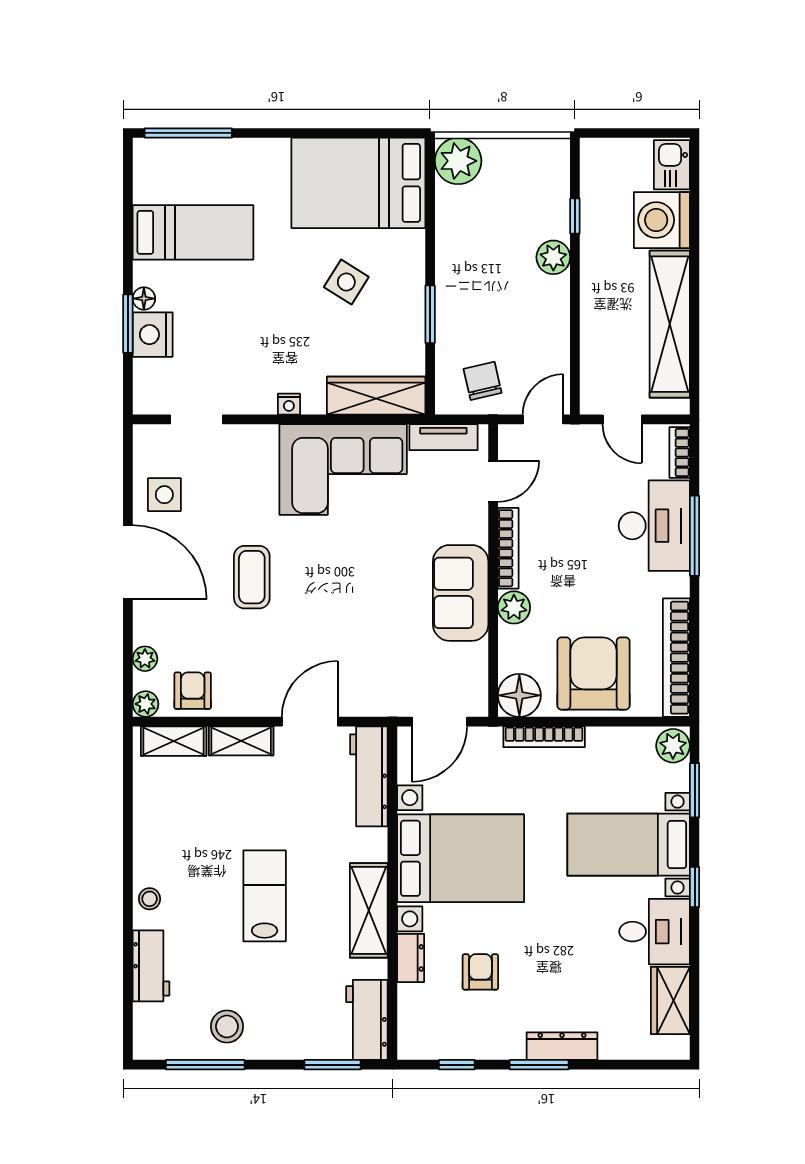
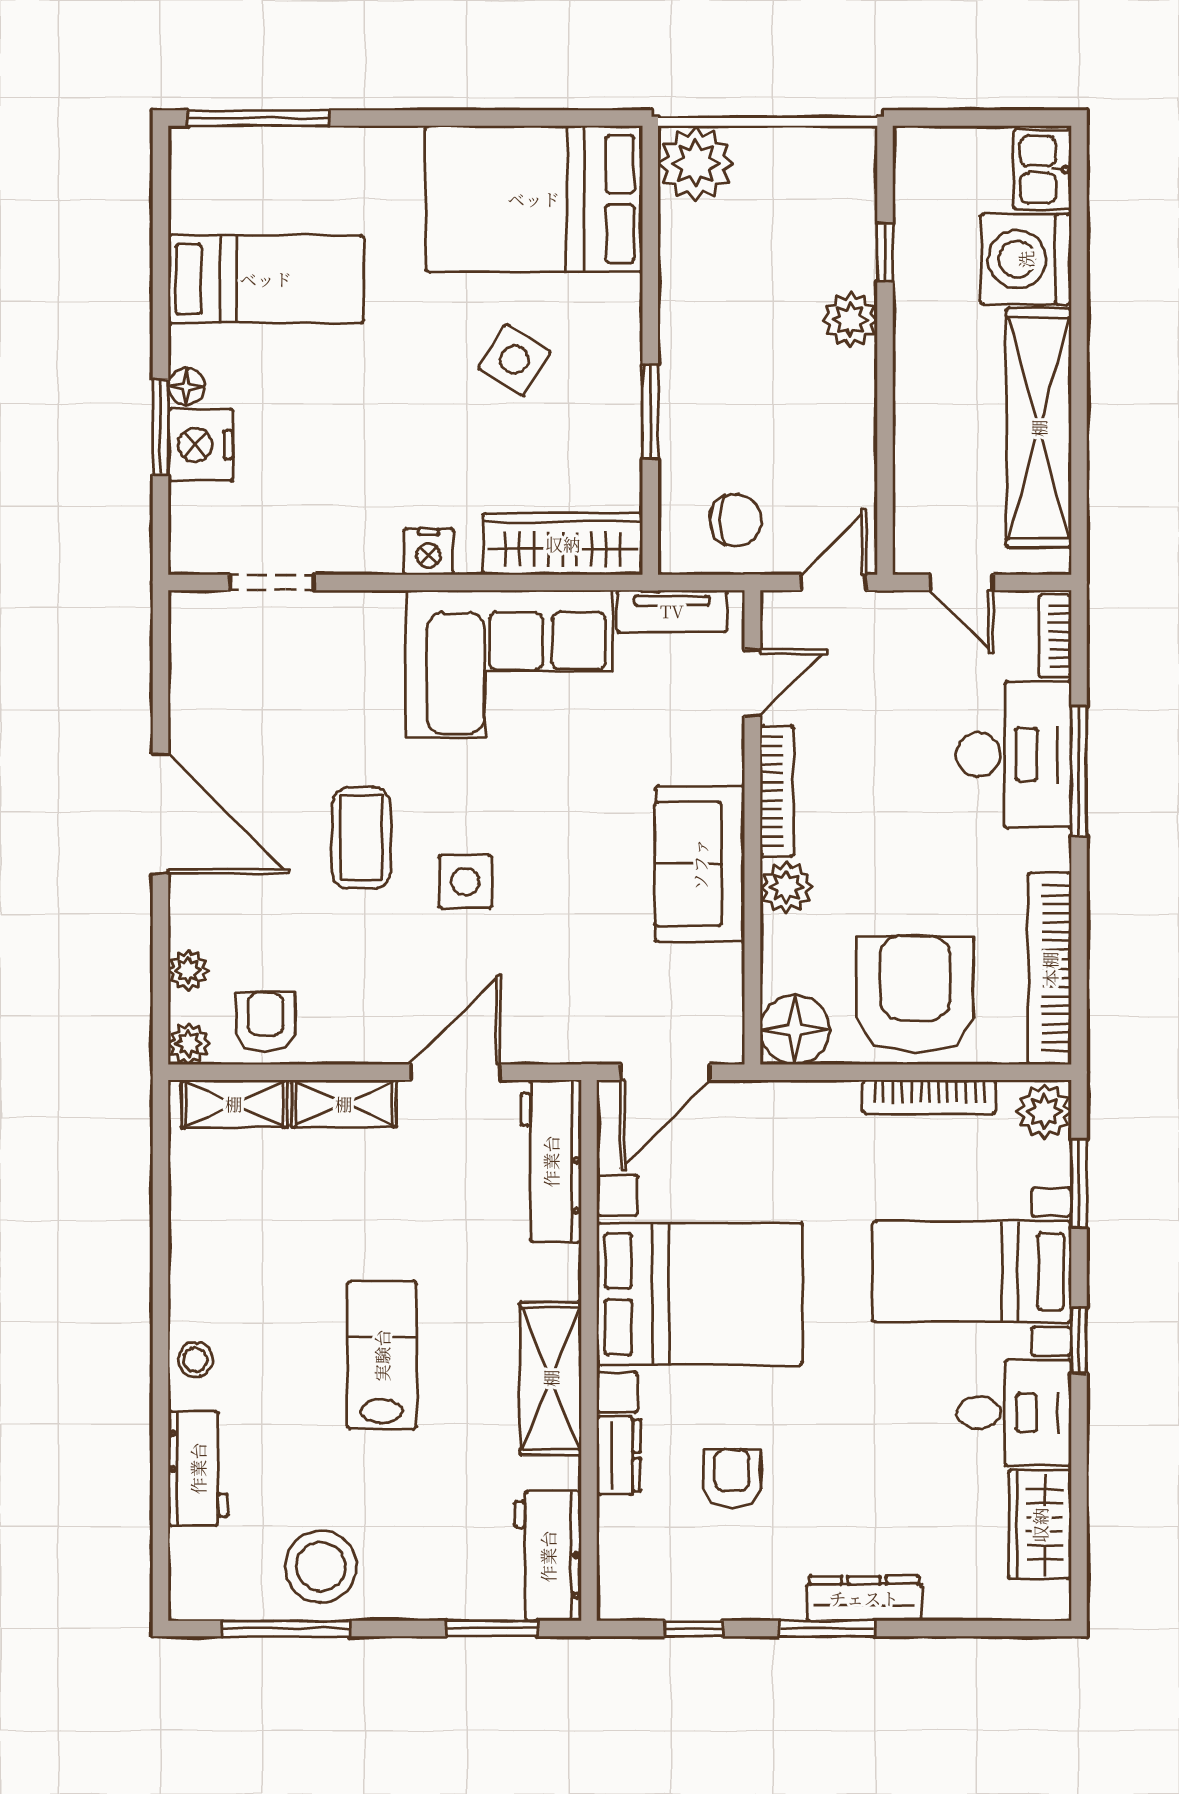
chair: (483, 381) -> (735, 520), turned 103
nightstand: (289, 404) -> (428, 552), width x1.39, depth x1.35
side table: (164, 495) -> (465, 882), moved
bookcase: (544, 737) -> (929, 1097), moved
stool: (227, 1026) -> (321, 1567), width x1.38, depth x1.38

